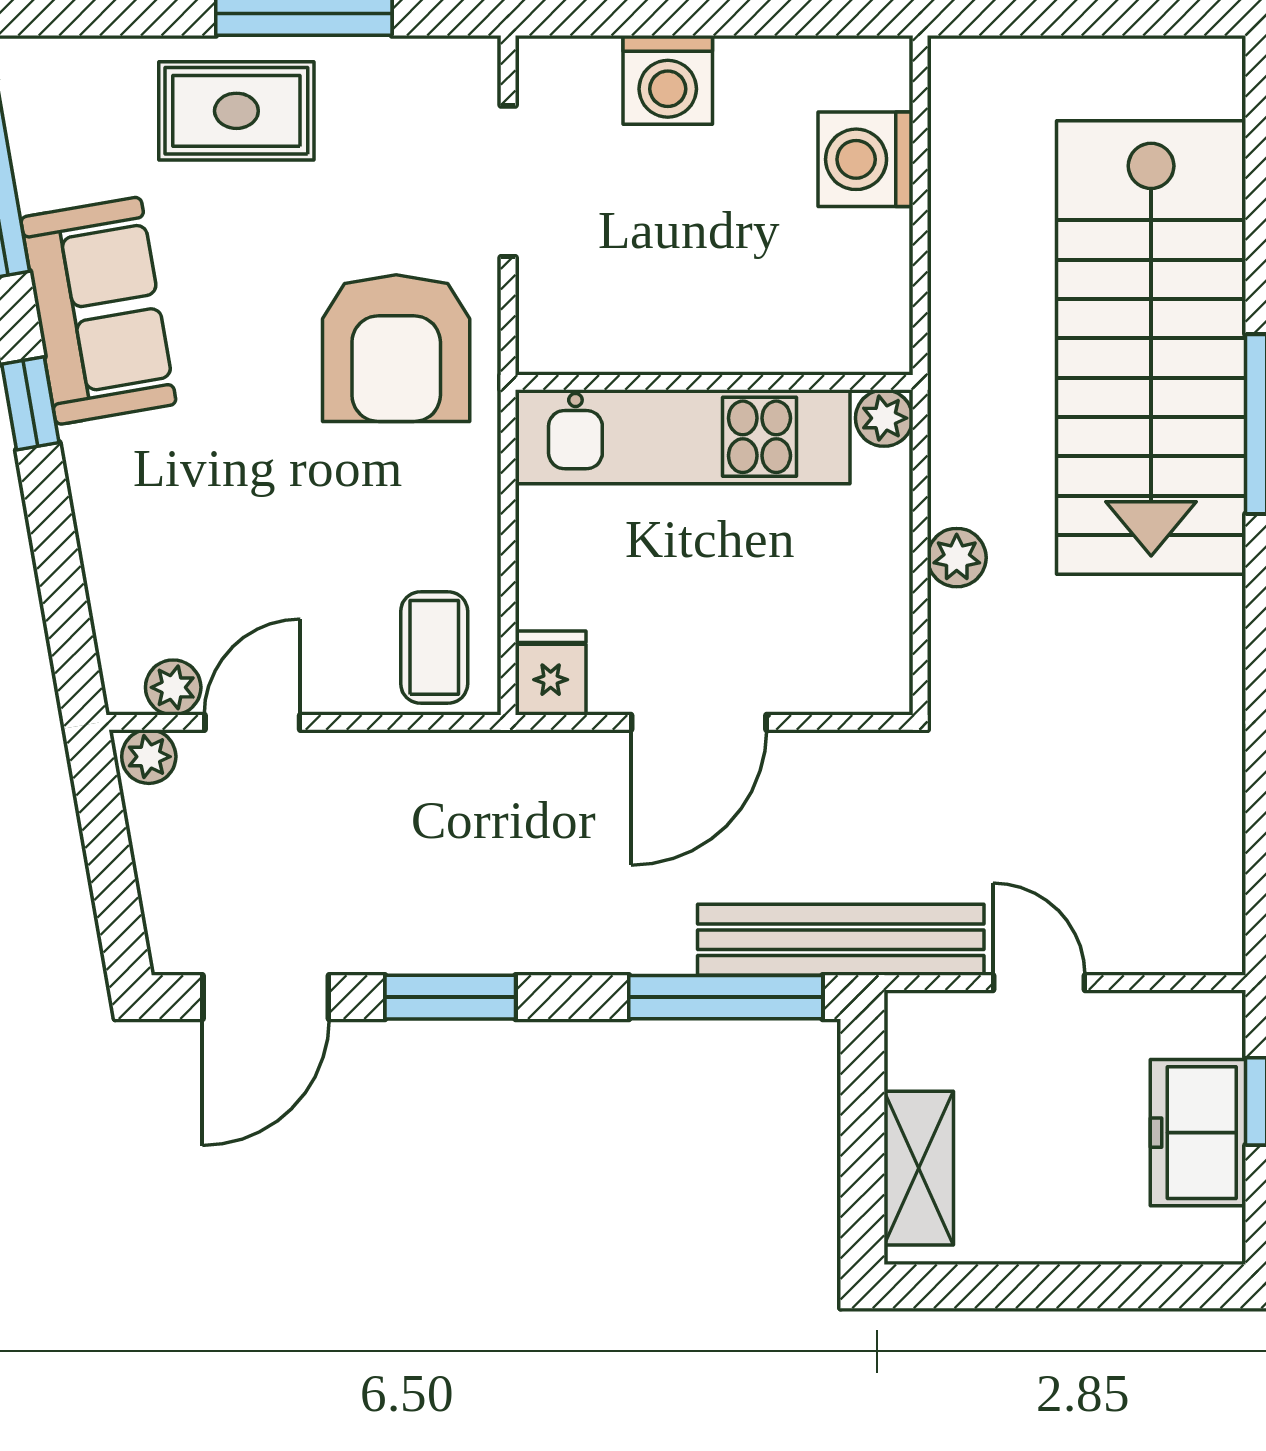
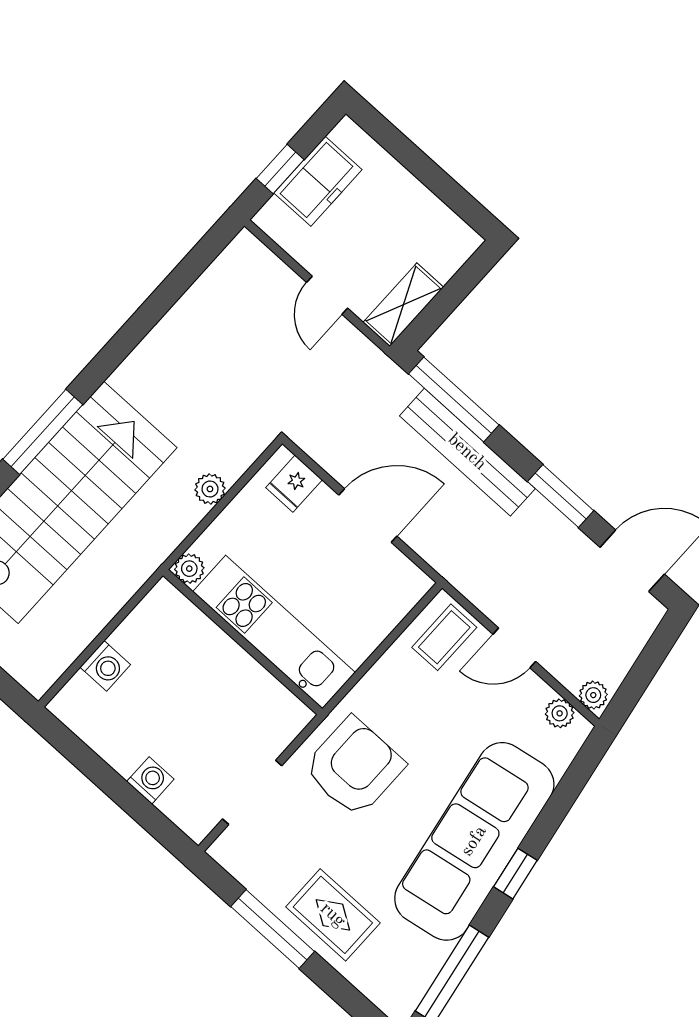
washing machine: (668, 80) -> (150, 780), width x0.73, depth x0.73
washing machine: (866, 159) -> (105, 666), width x0.73, depth x0.73
sofa: (98, 311) -> (474, 841), width x1.85, depth x1.27
fridge: (551, 673) -> (294, 484), moved
door: (252, 722) -> (514, 648), moved
bench: (841, 940) -> (467, 452), moved
shelving: (919, 1168) -> (403, 305), moved

